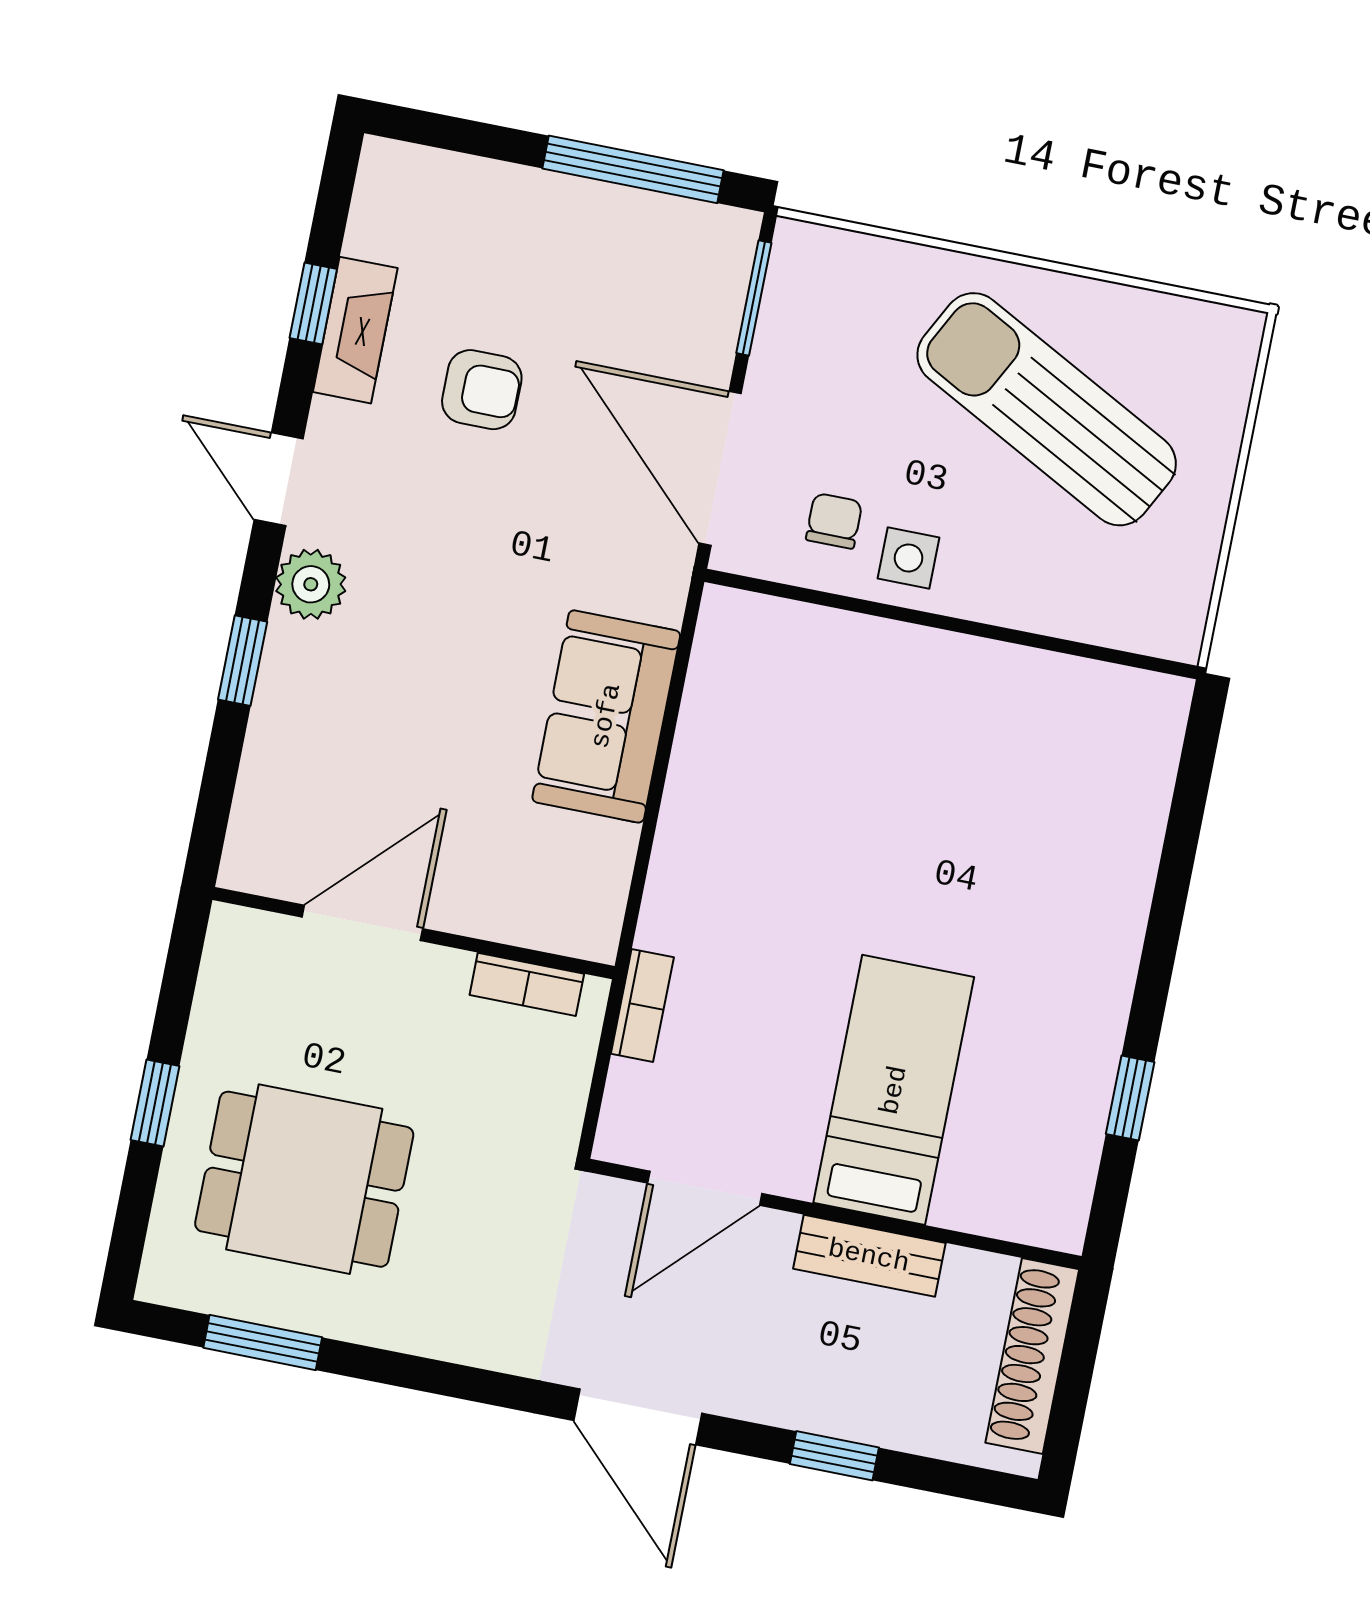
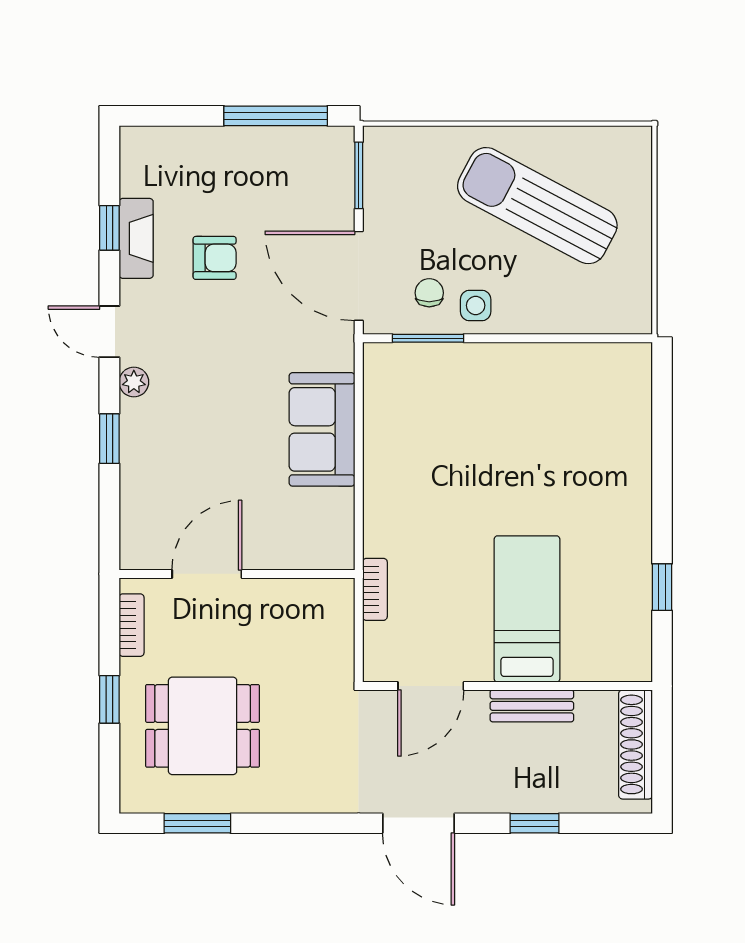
plant: (311, 584) -> (134, 382), width x0.73, depth x0.73
window: (817, 597) -> (428, 338), added
bookcase: (527, 984) -> (132, 625), moved, turned -90

